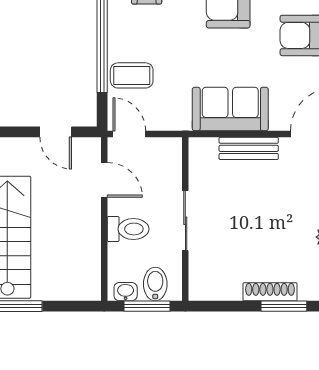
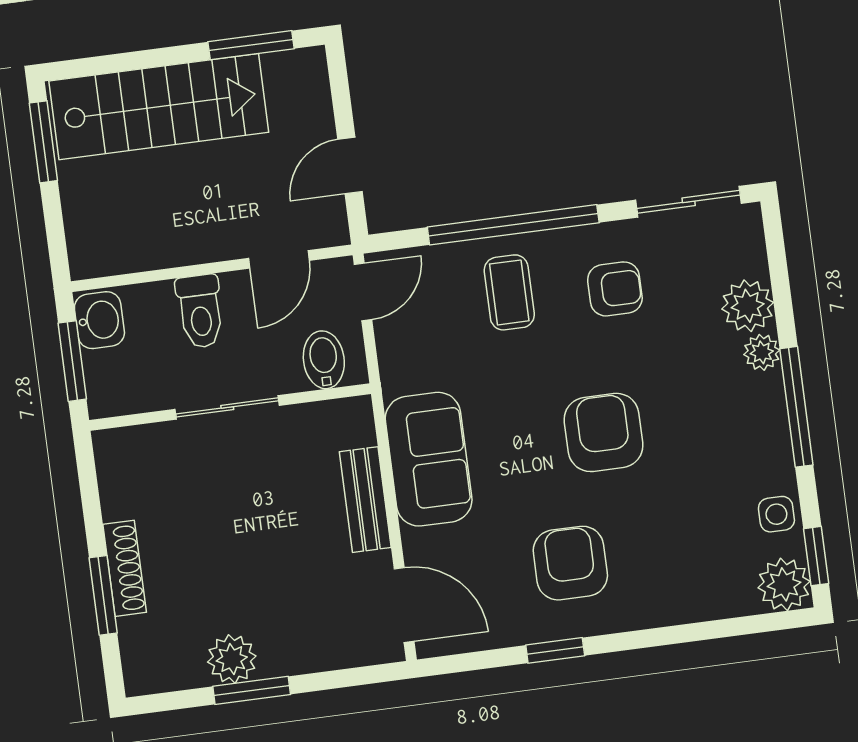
coffee table: (132, 75) -> (509, 292), moved
bidet: (155, 284) -> (324, 360), moved, turned -90
washbasin: (126, 292) -> (99, 320), width x1.38, depth x1.45

